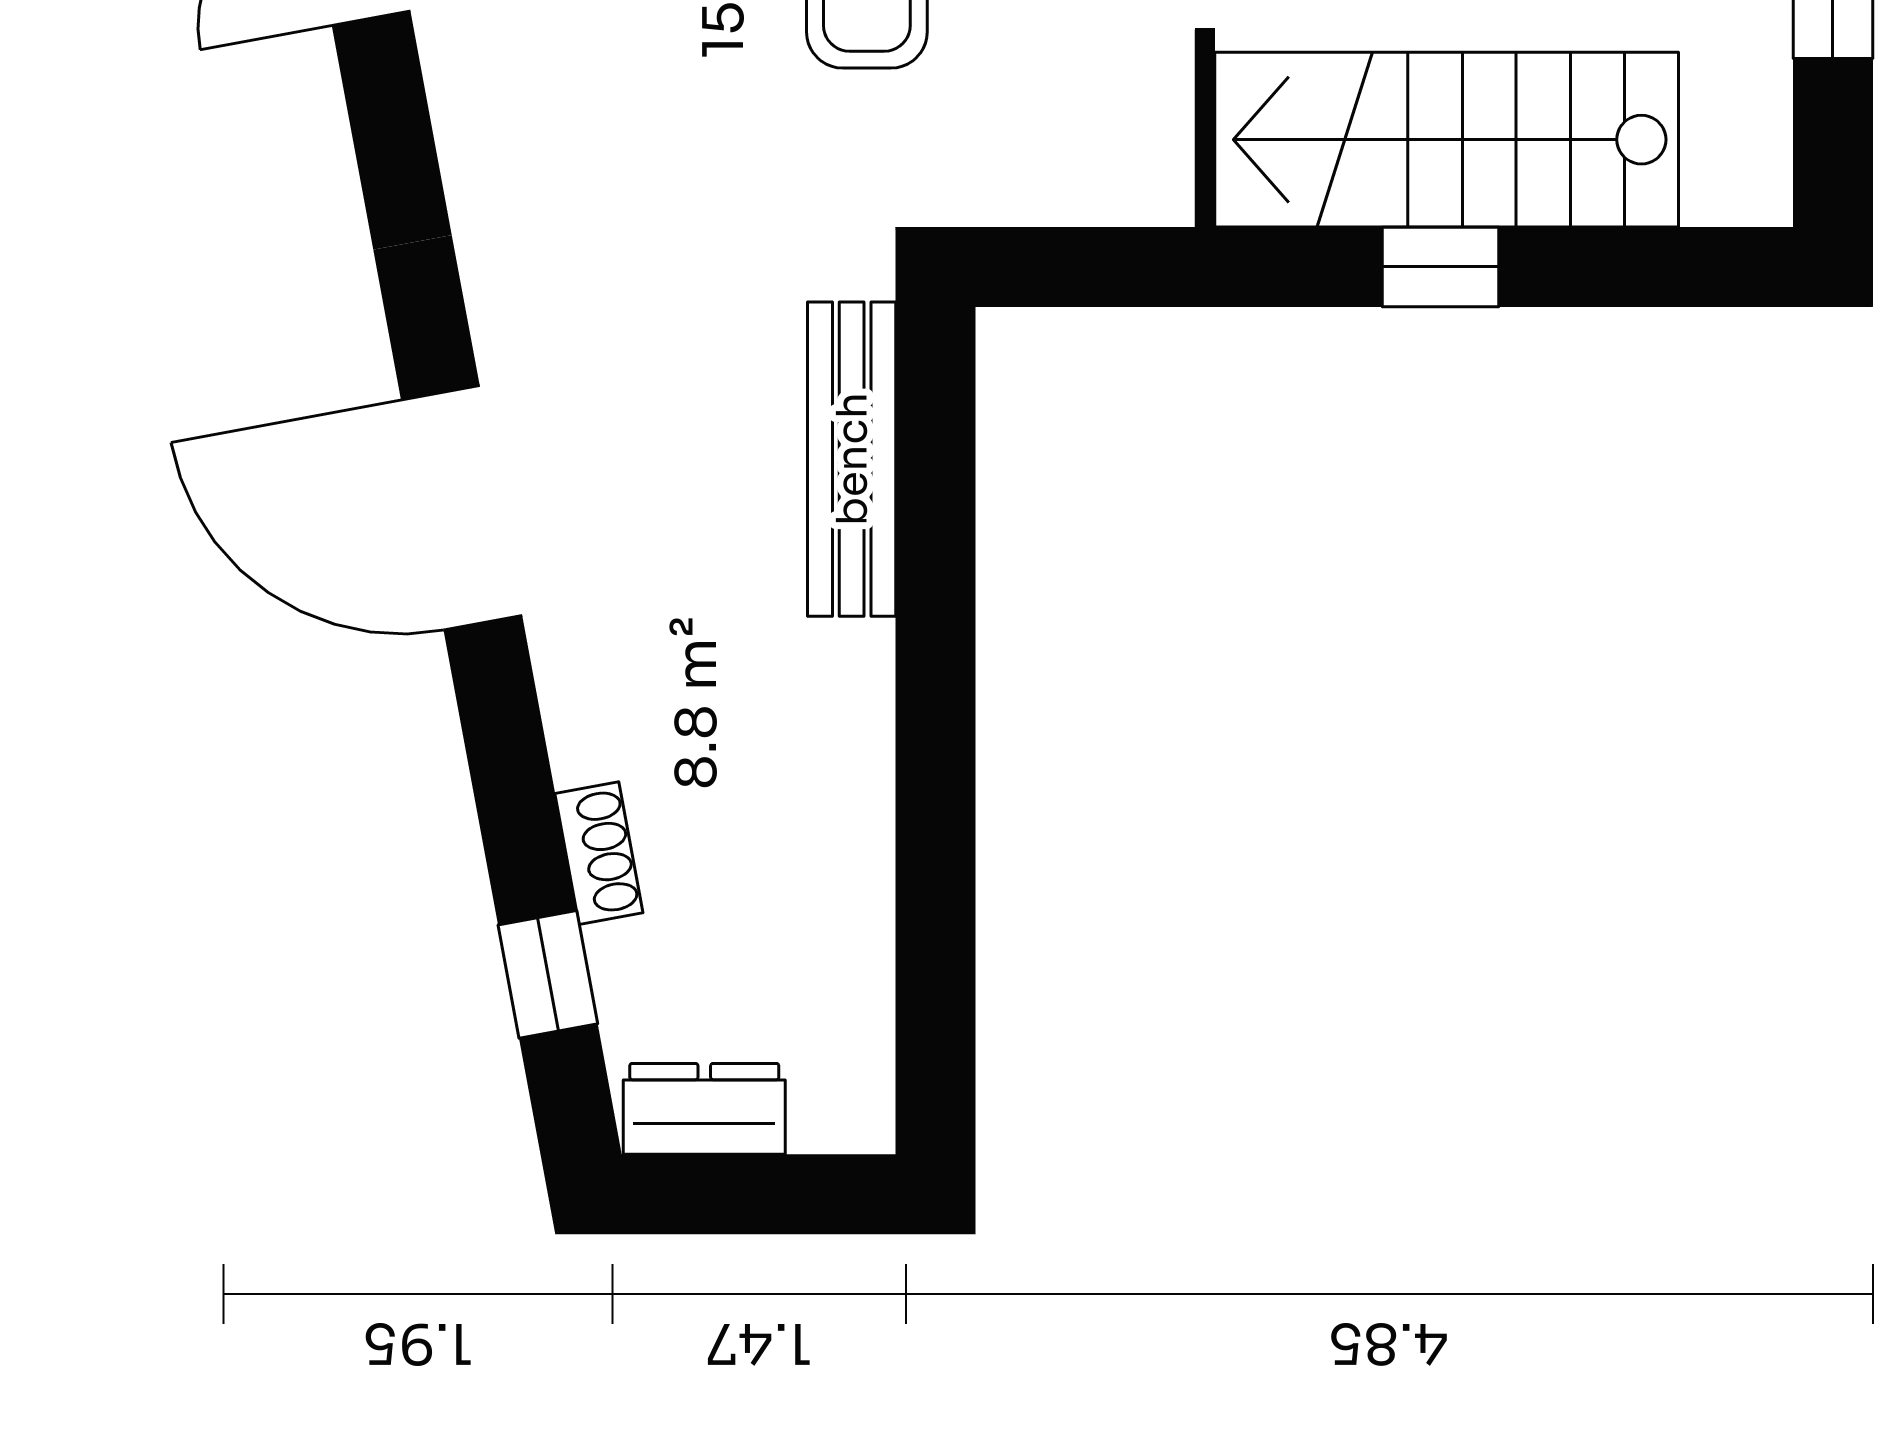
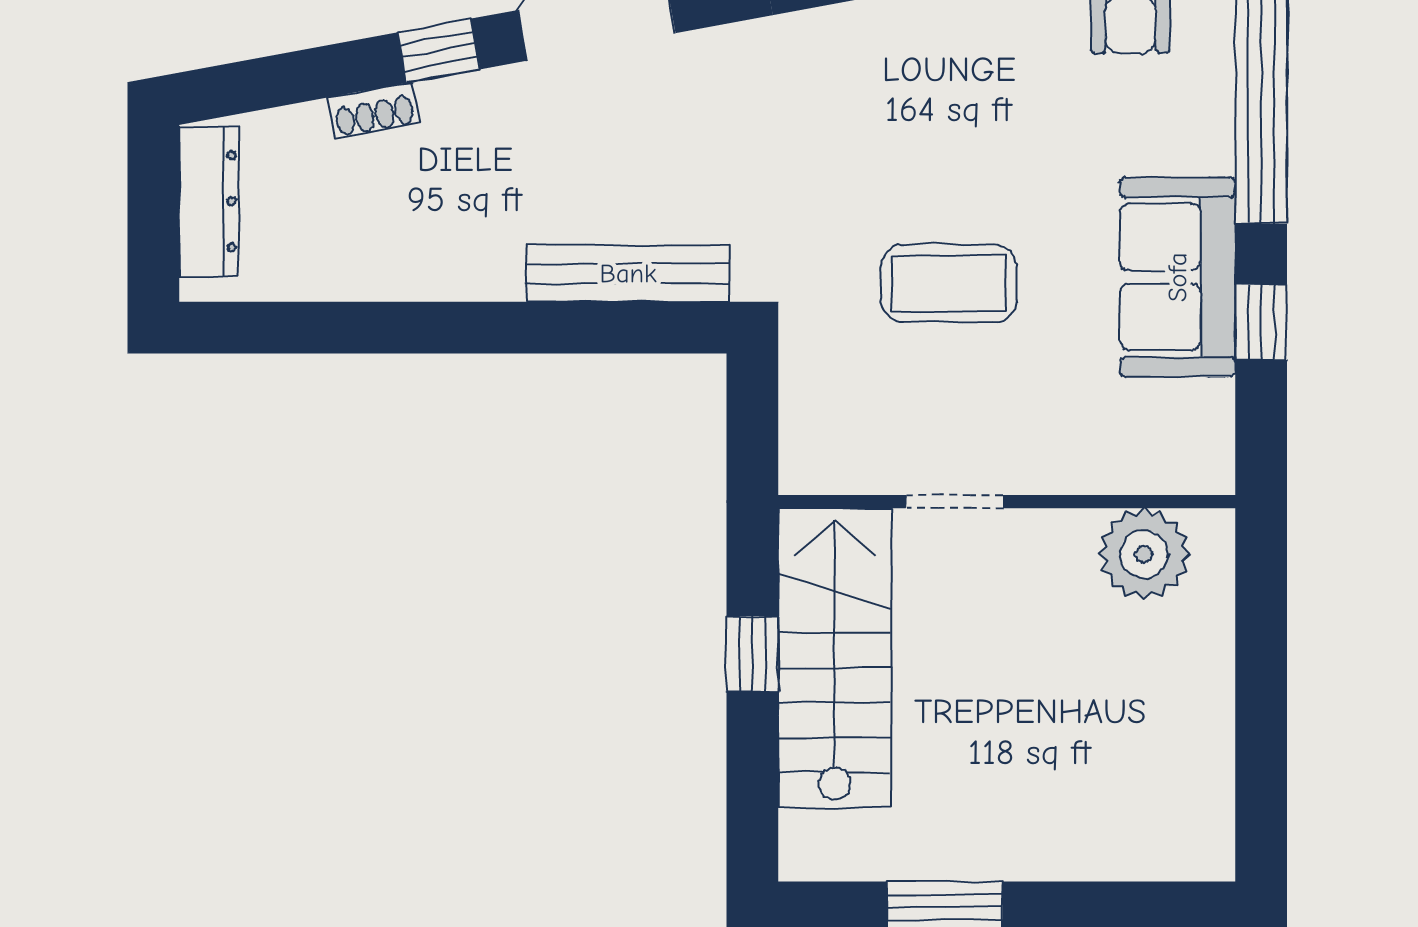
window: (548, 974) -> (439, 51), moved
dresser: (704, 1109) -> (209, 201), width x1.44

